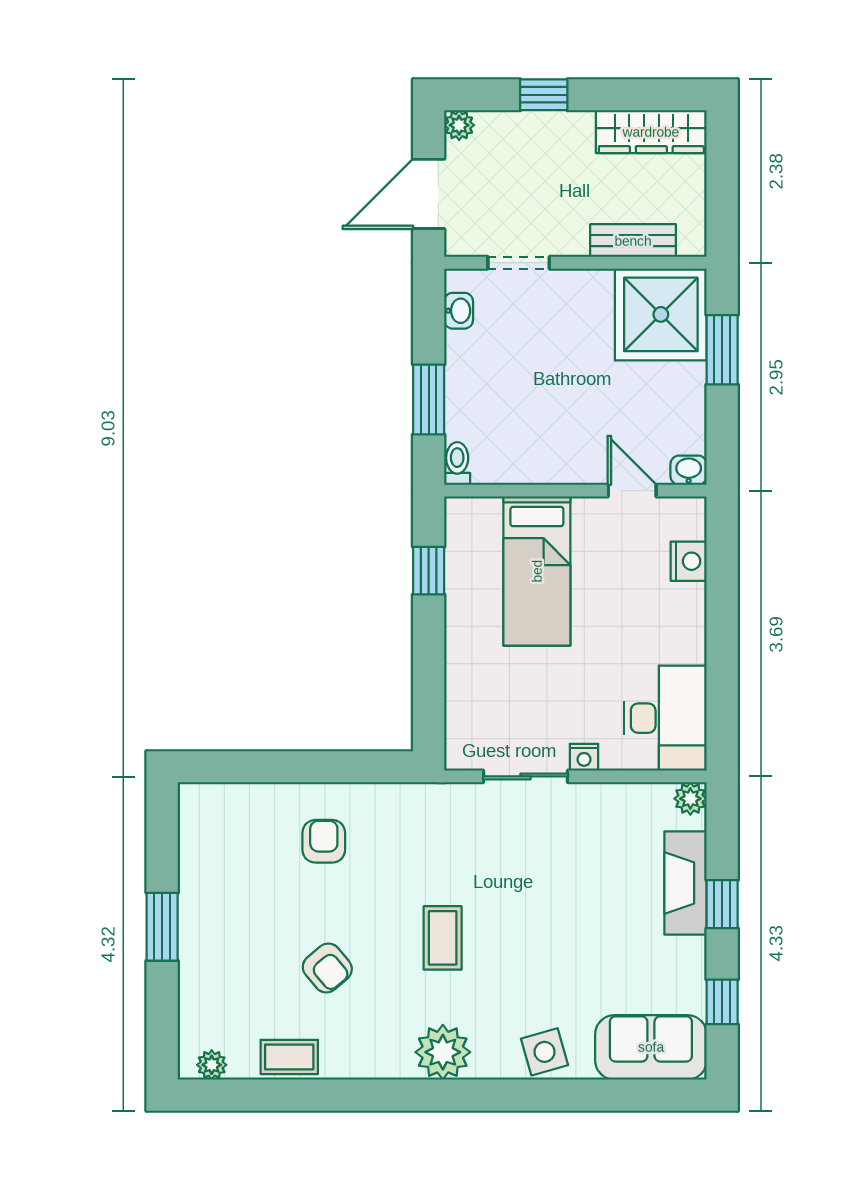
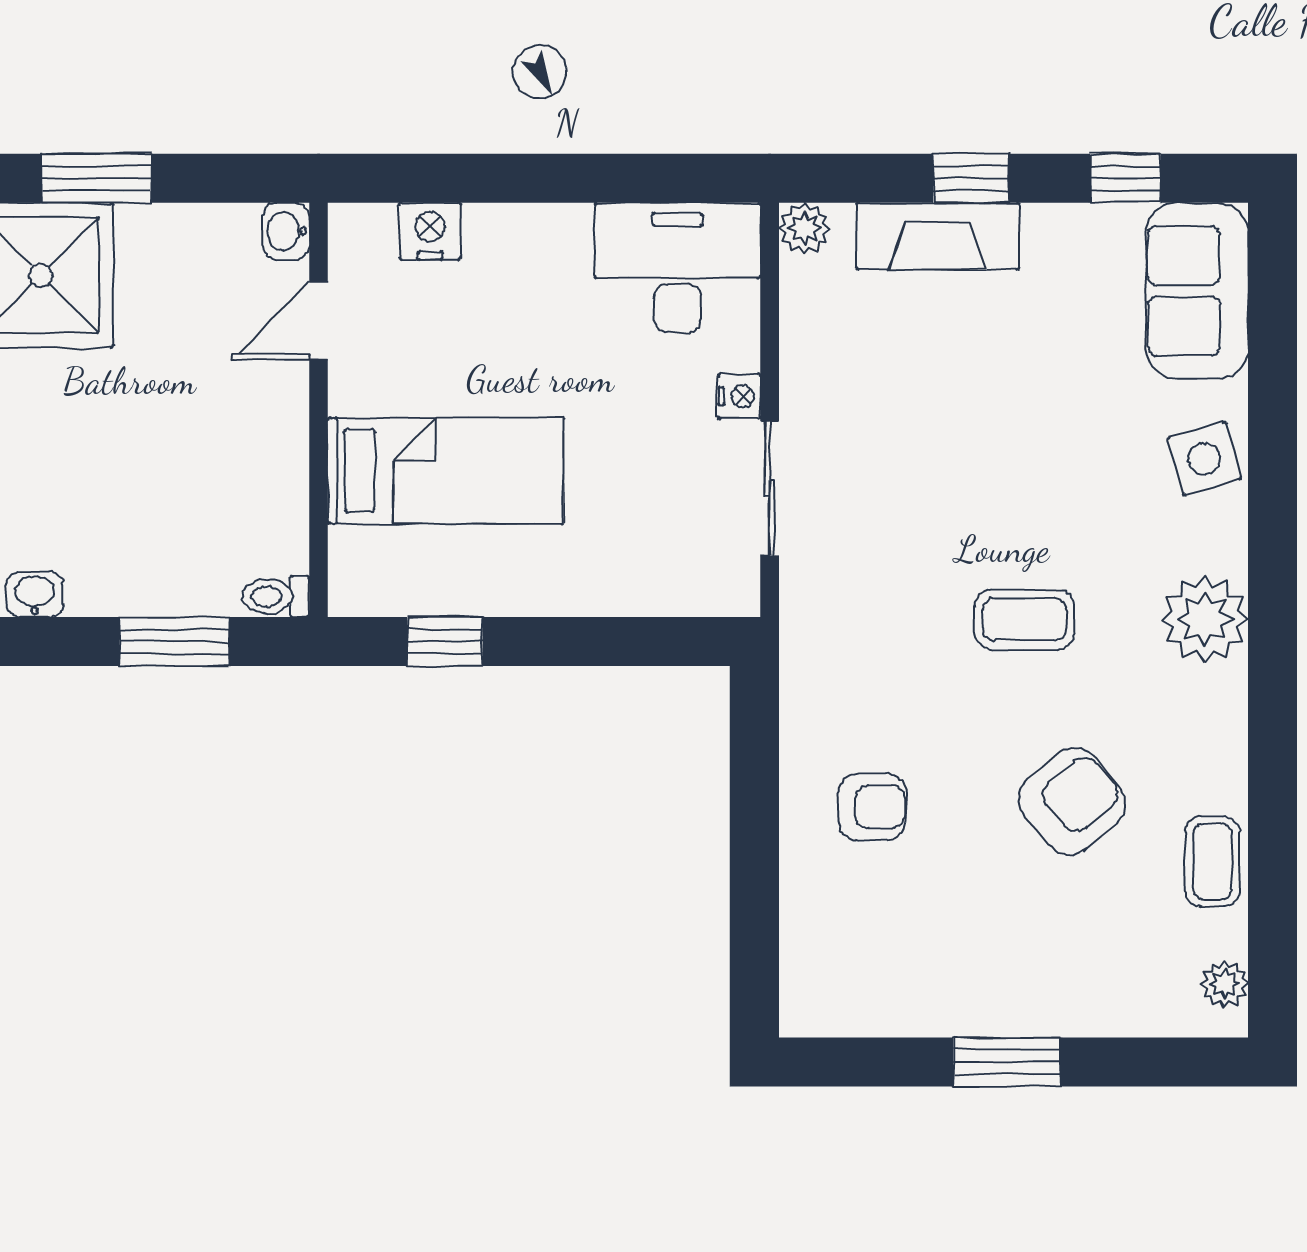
armchair: (324, 841) -> (872, 807), turned 180
armchair: (327, 968) -> (1072, 801), width x1.38, depth x1.38

